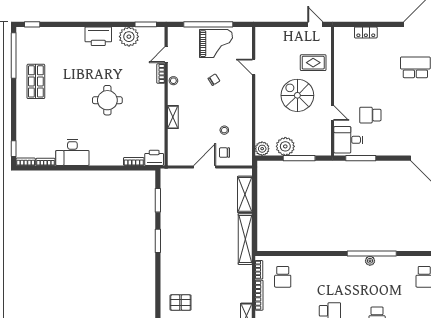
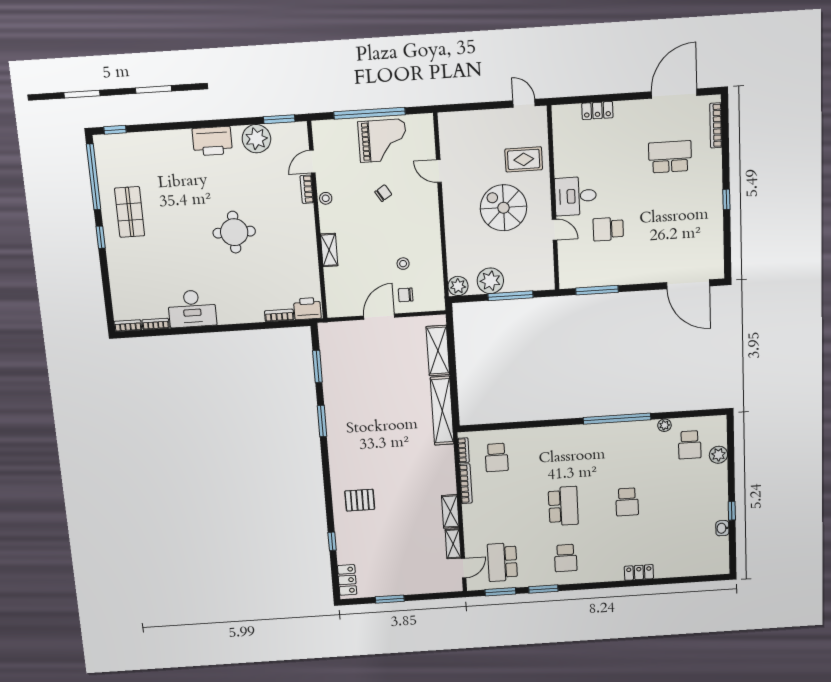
desk: (348, 140) -> (576, 196), moved
window: (14, 149) -> (101, 237), moved
plant: (370, 261) -> (664, 425), moved

